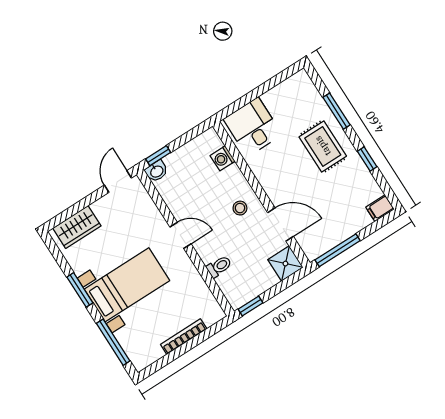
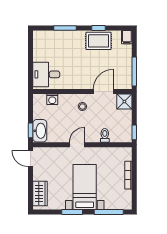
rug: (323, 146) -> (99, 41), moved
washbasin: (157, 171) -> (40, 131), width x1.91, depth x1.45

